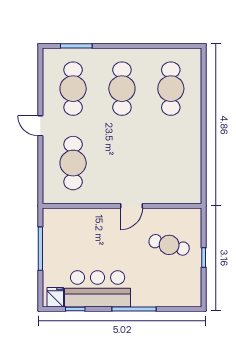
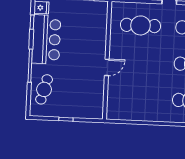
door: (131, 206) -> (107, 67), swing flipped
cafe table: (169, 245) -> (44, 89), moved

